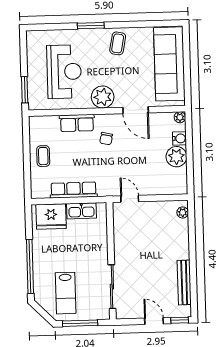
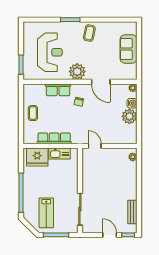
sofa: (169, 64) -> (129, 49), width x0.54, depth x0.79
bench: (184, 282) -> (132, 212), width x0.73

